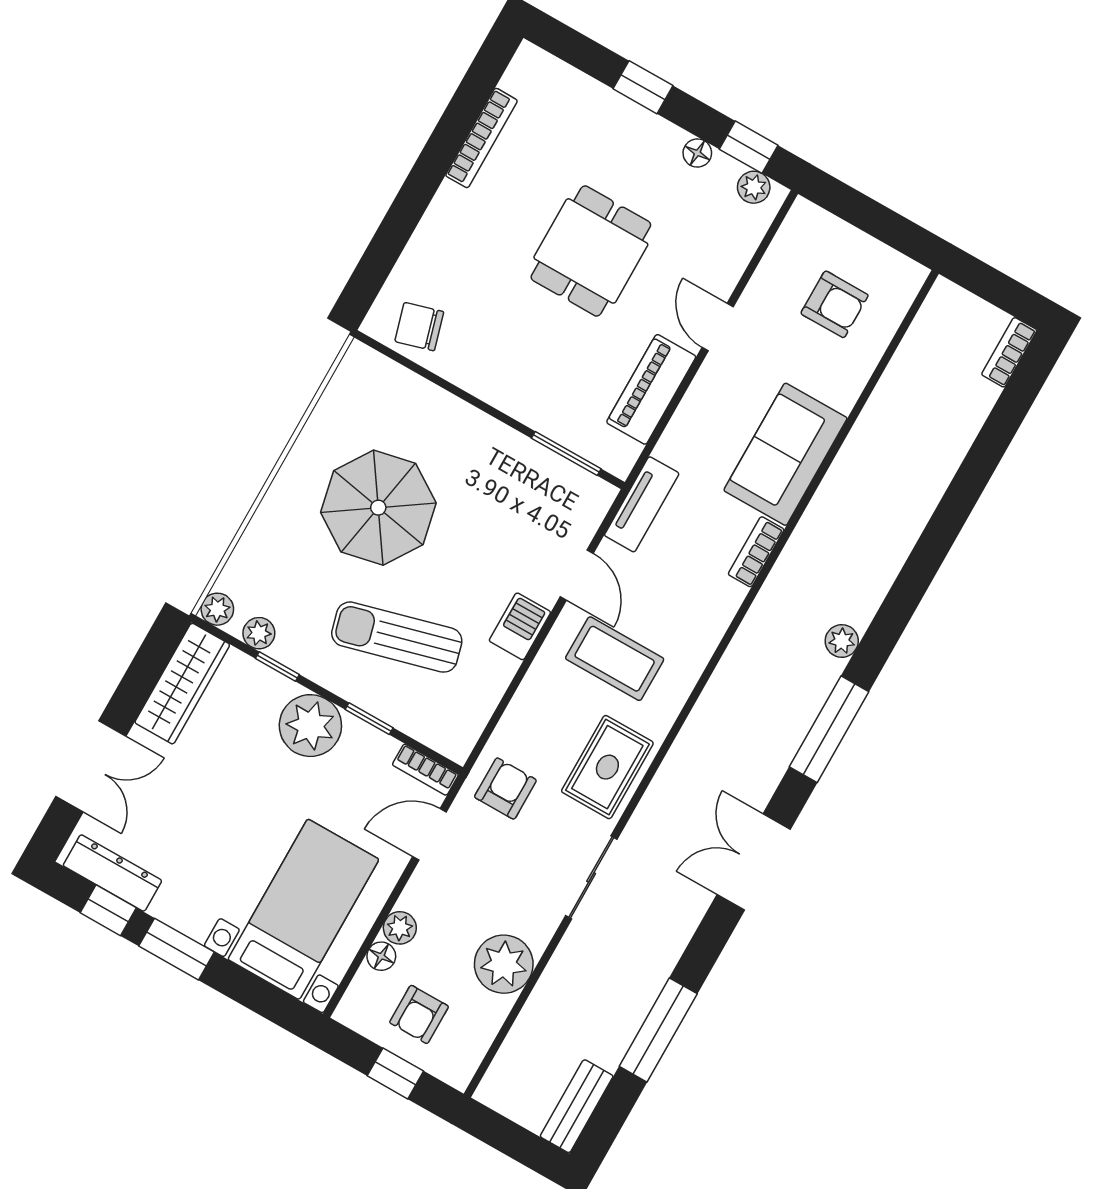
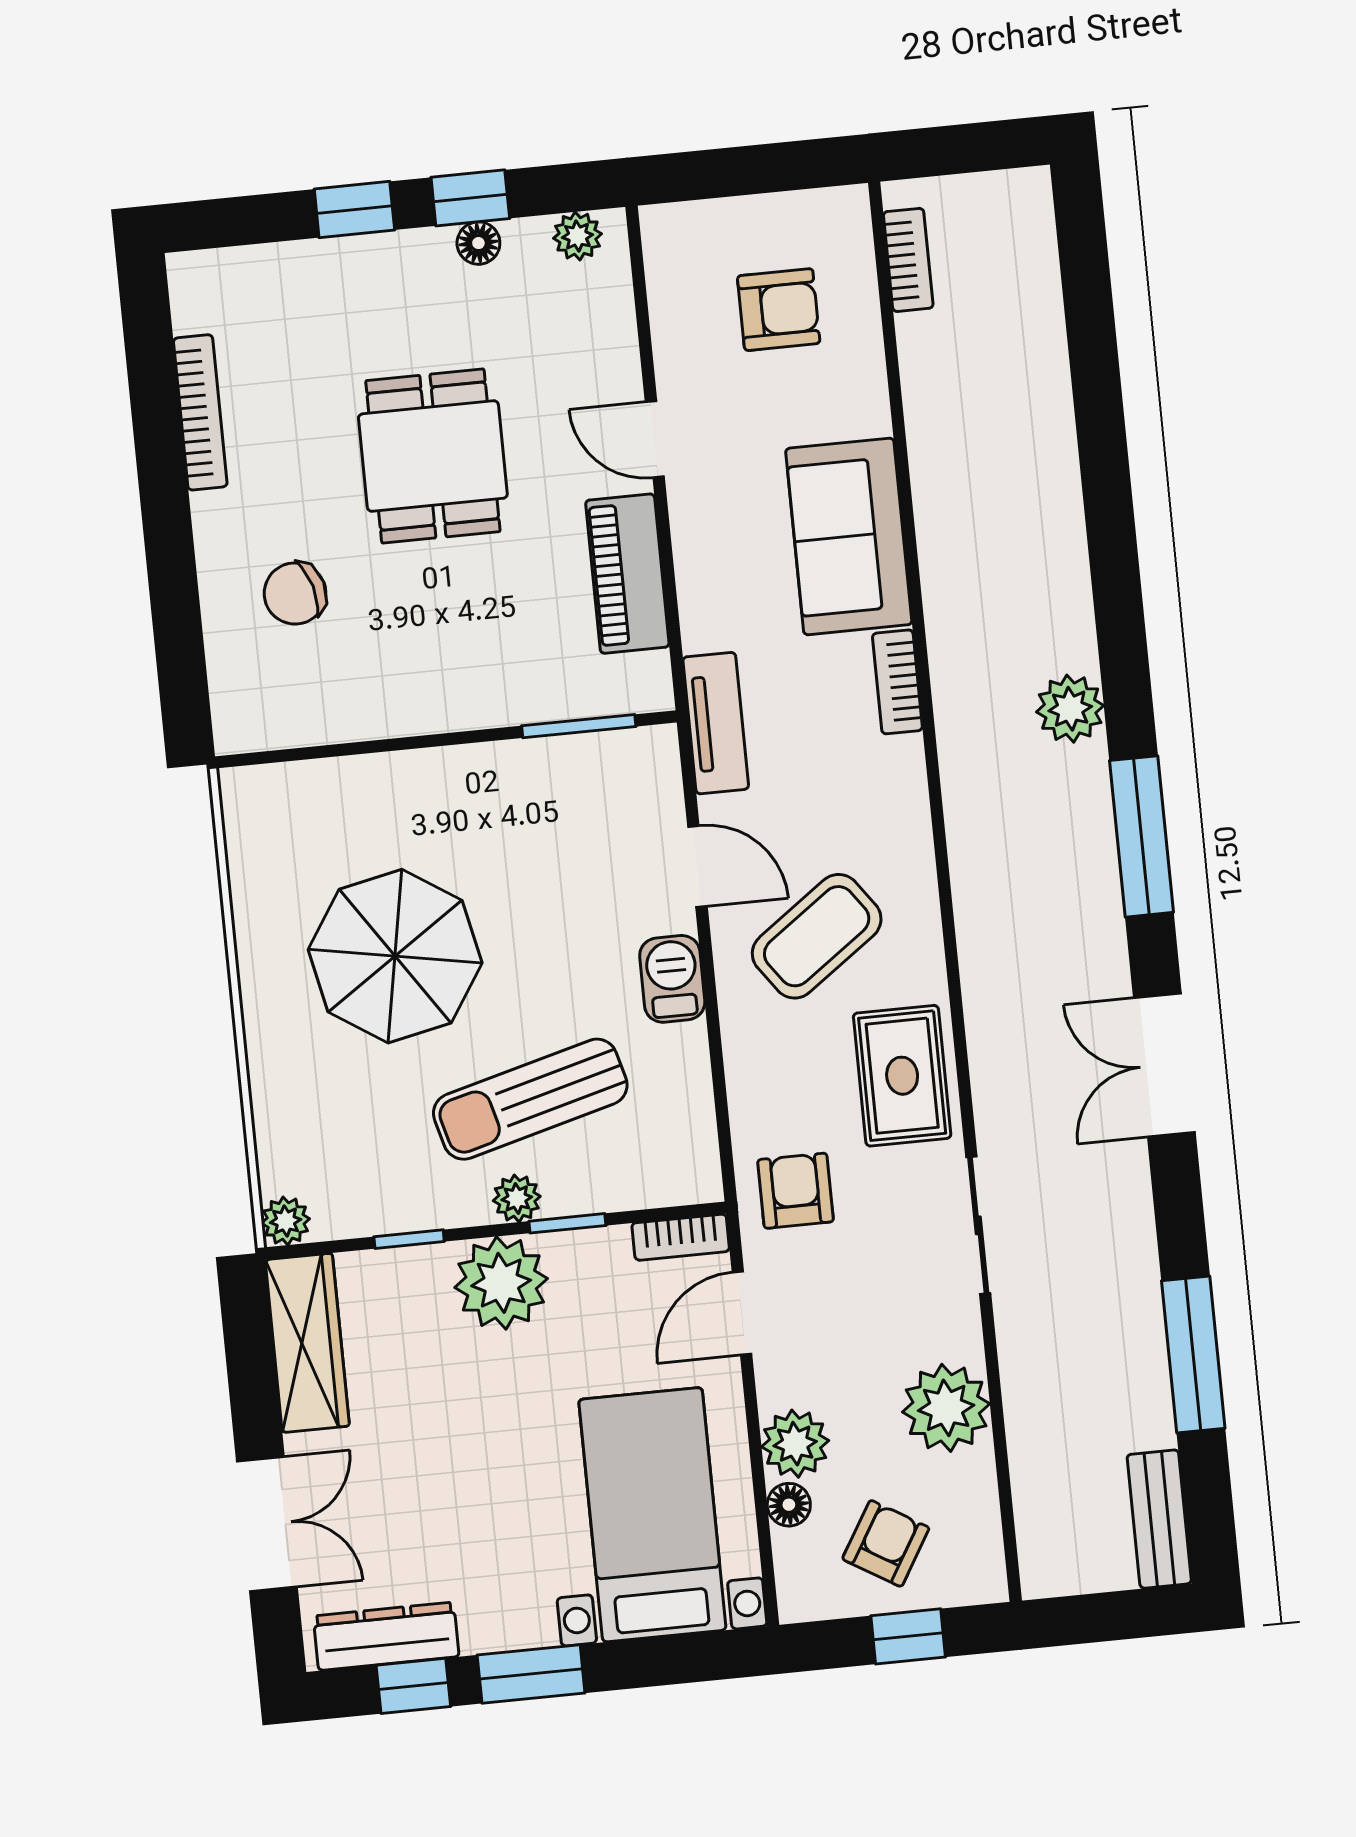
window: (749, 147) -> (470, 198), moved
chair: (419, 327) -> (295, 593), moved
bookcase: (1009, 352) -> (908, 260), moved, turned 180
plant: (259, 633) -> (517, 1198), moved
plant: (842, 641) -> (1070, 709), width x1.38, depth x1.38
coffee table: (615, 659) -> (817, 936), turned -36
plant: (400, 928) -> (795, 1444), width x1.38, depth x1.38
armchair: (419, 1014) -> (886, 1543), turned -149

